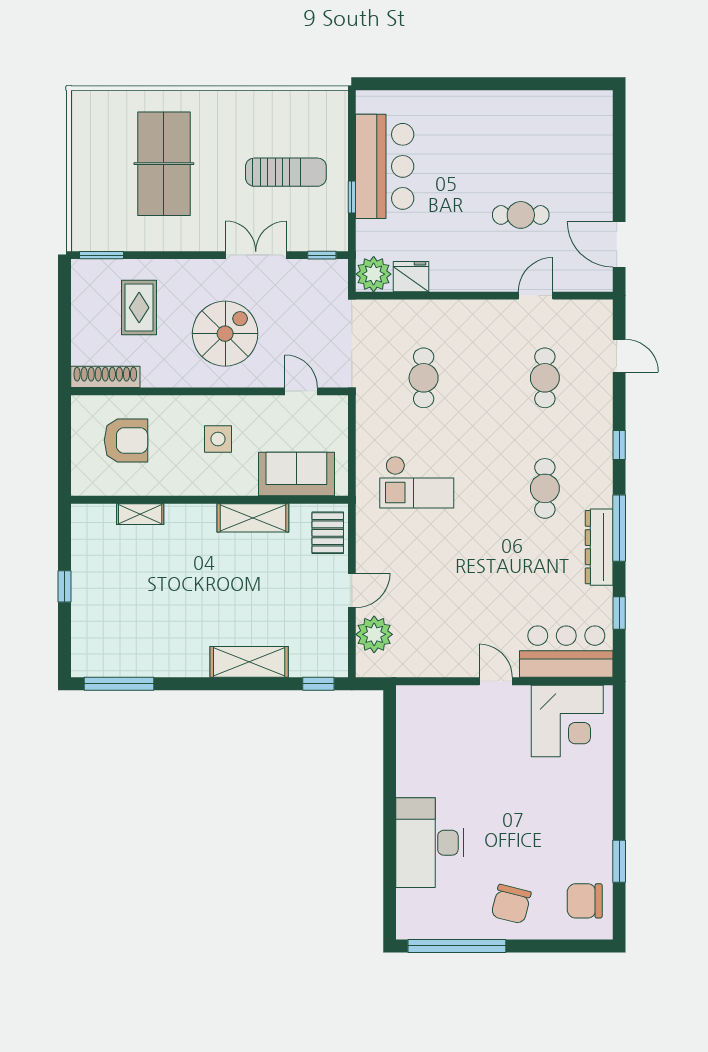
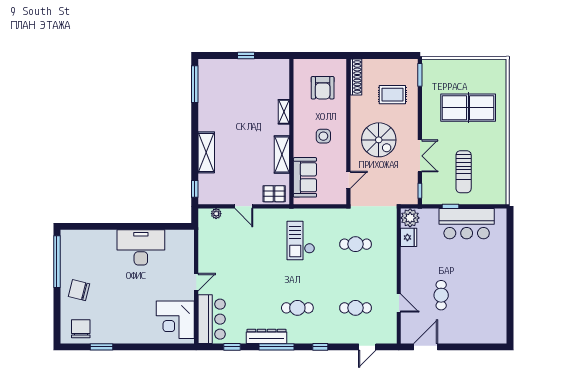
shelving: (140, 514) -> (284, 112), moved
plant: (374, 634) -> (216, 214), width x0.53, depth x0.53
desk: (430, 843) -> (141, 247), moved

